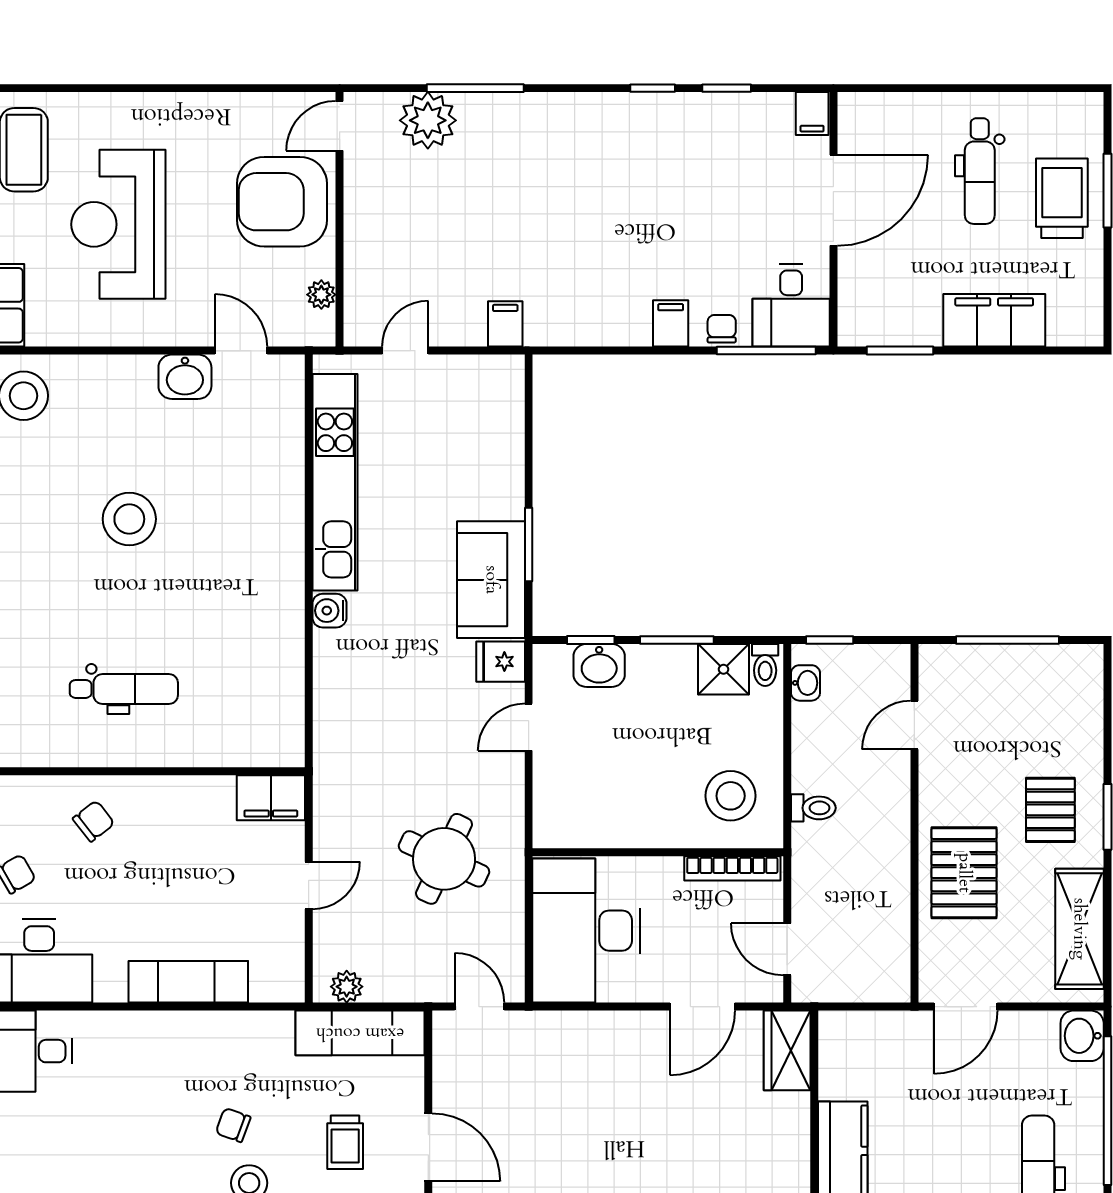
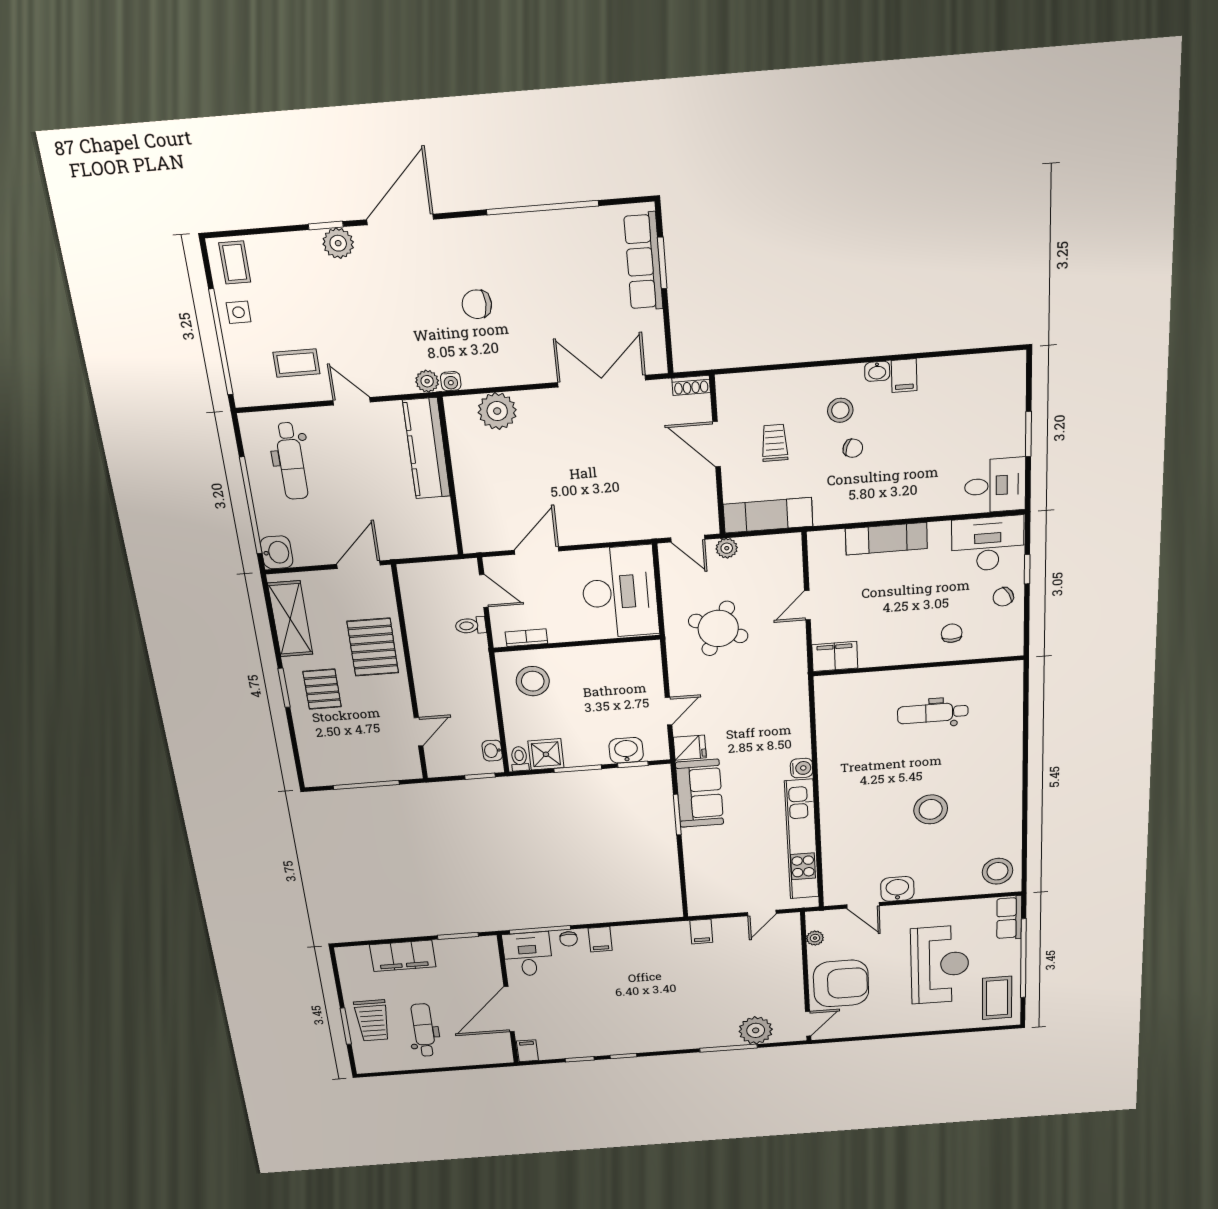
toilet: (813, 808) -> (471, 626), moved
chair: (94, 821) -> (952, 633), turned 128
bookcase: (732, 868) -> (526, 638), width x0.64
plant: (347, 987) -> (727, 548), moved
wardrobe: (787, 1050) -> (476, 527), removed

